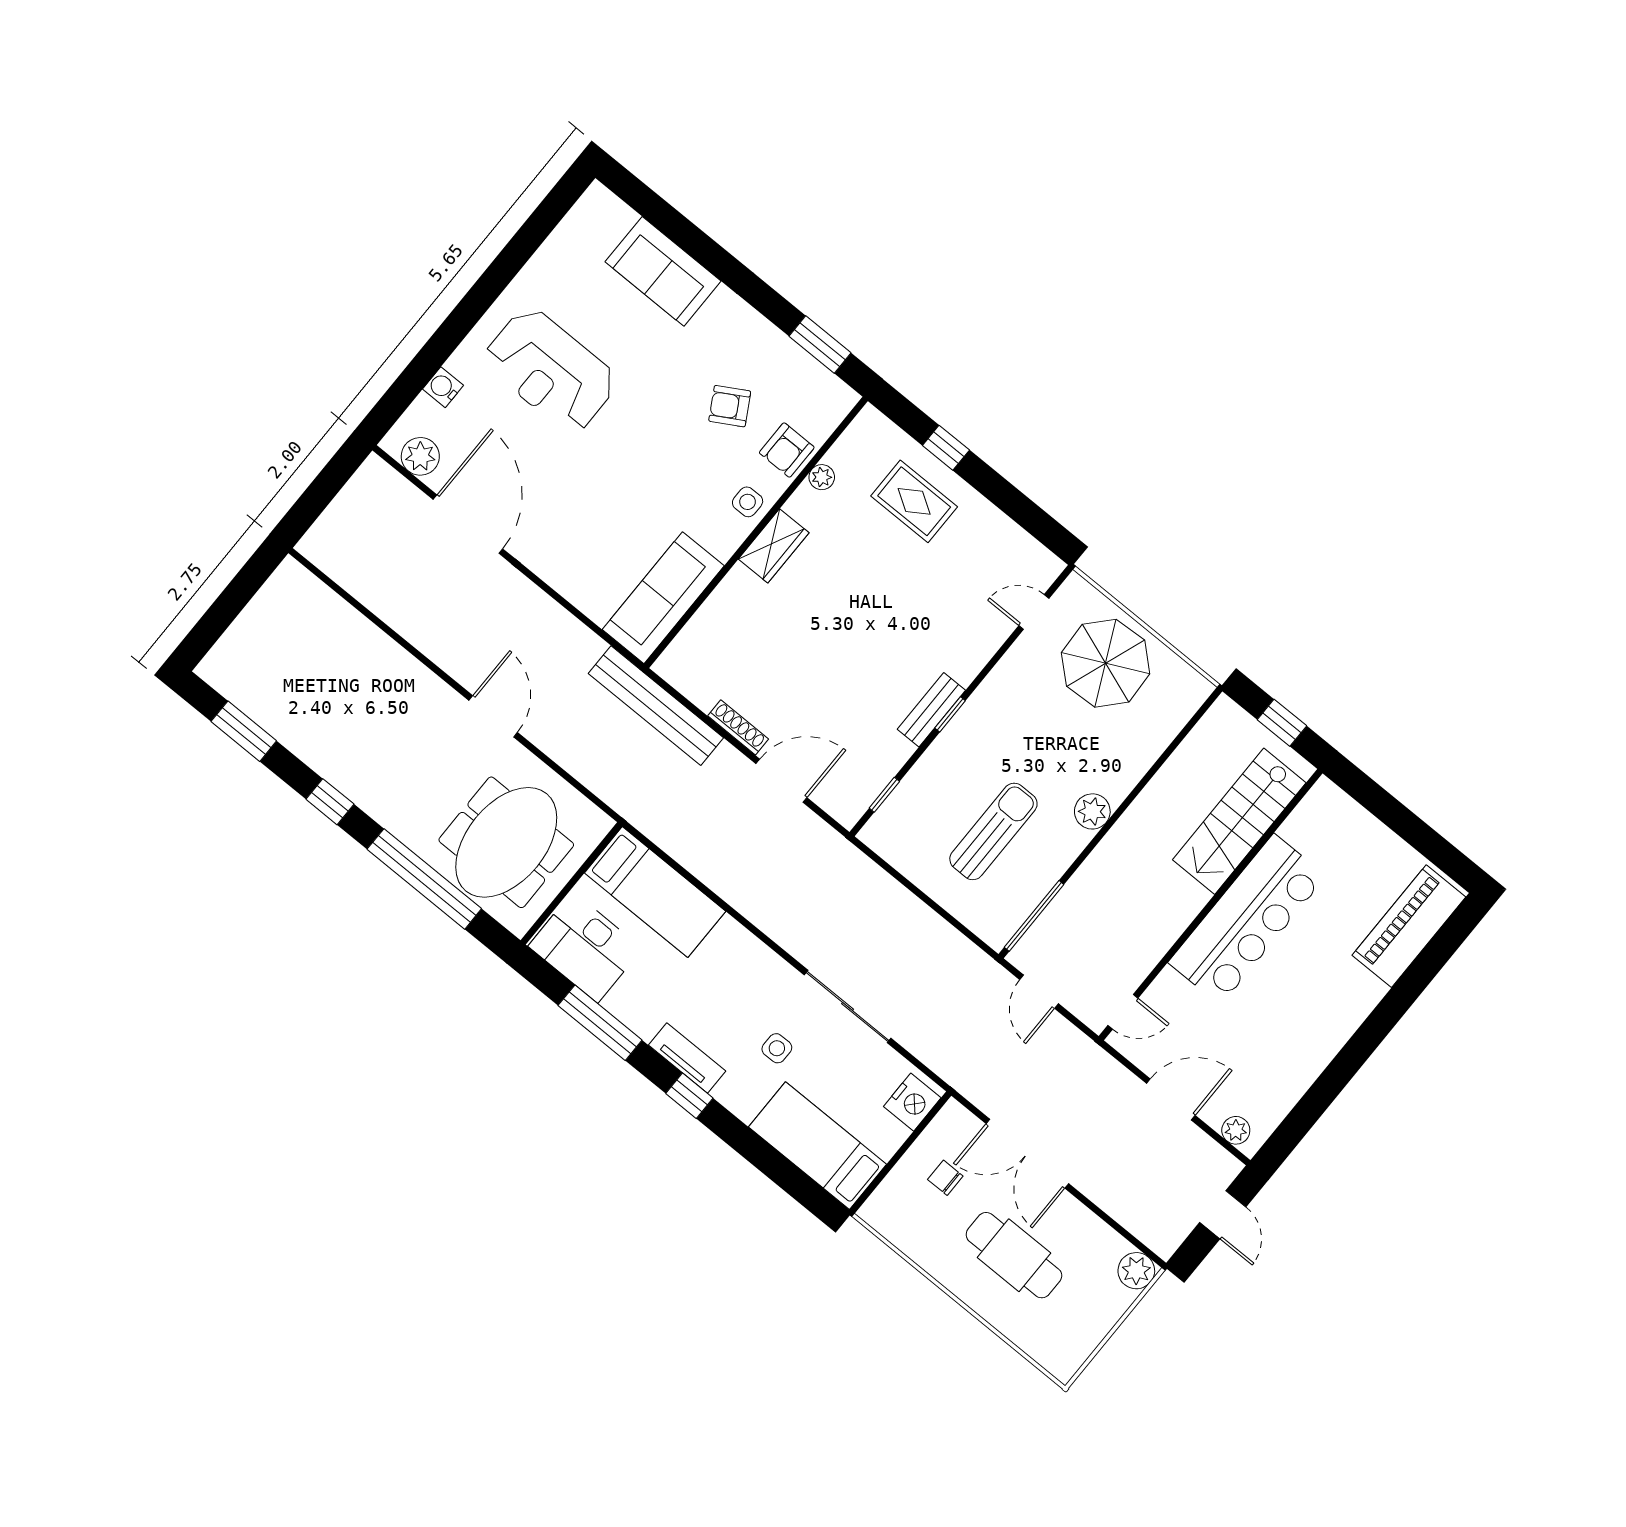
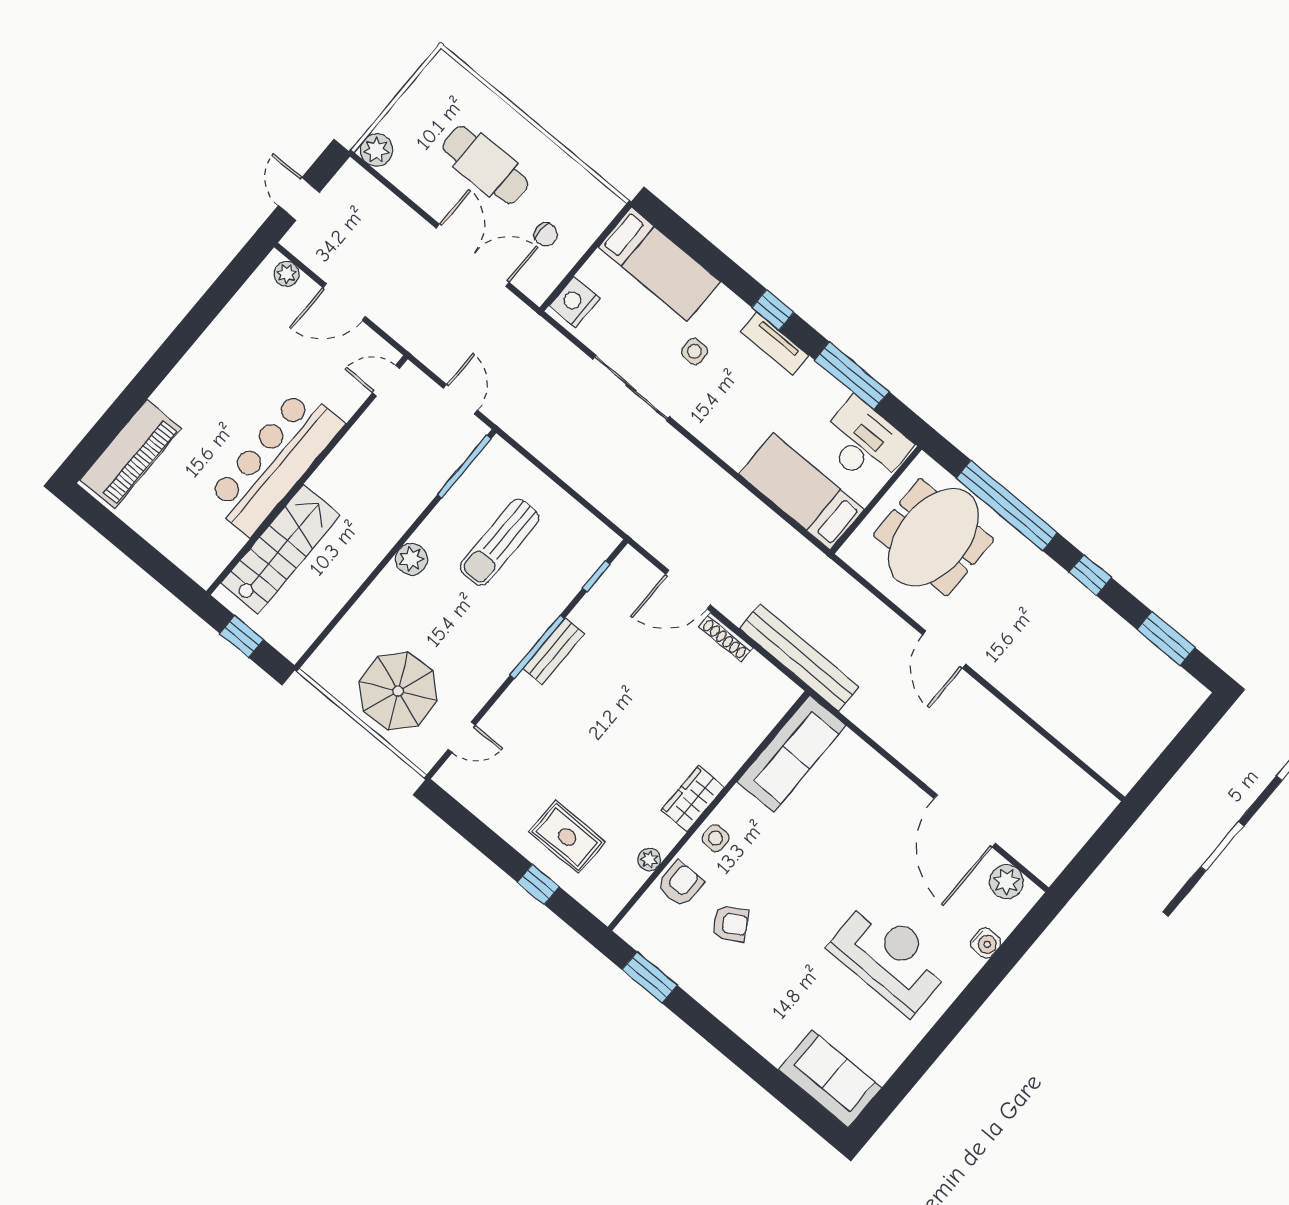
sofa: (663, 271) -> (830, 1079), moved
window: (950, 714) -> (537, 647), width x2.17

